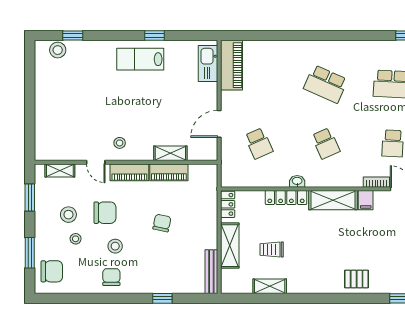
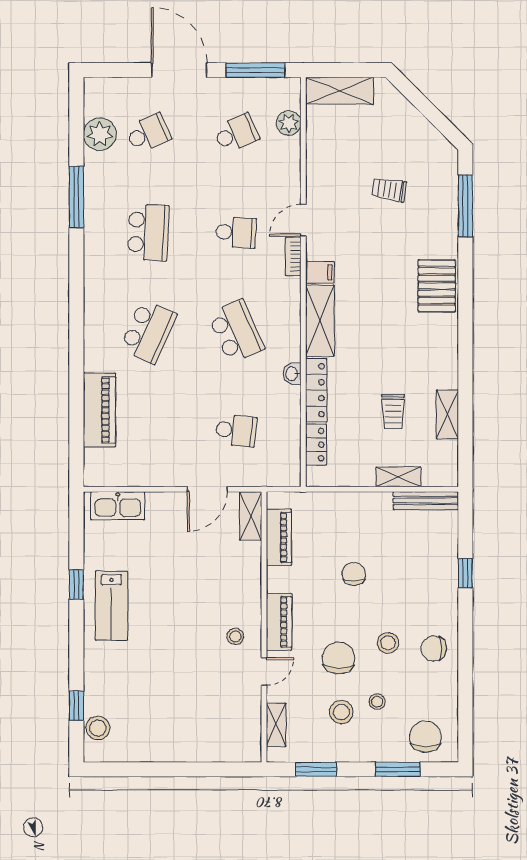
piano: (232, 65) -> (99, 410), moved, turned 90
door: (219, 124) -> (207, 489), hinge flipped
school desk: (259, 143) -> (236, 431), turned 30
school desk: (326, 143) -> (236, 332), width x1.85
shelving: (170, 153) -> (251, 516), moved
piano: (169, 172) -> (279, 538), moved
locker: (228, 204) -> (316, 445), moved, turned 90
chair: (162, 223) -> (354, 574), turned 78
shelving: (230, 246) -> (398, 477), width x0.67, depth x0.75
pallet: (357, 279) -> (437, 286), width x1.50, depth x1.42

